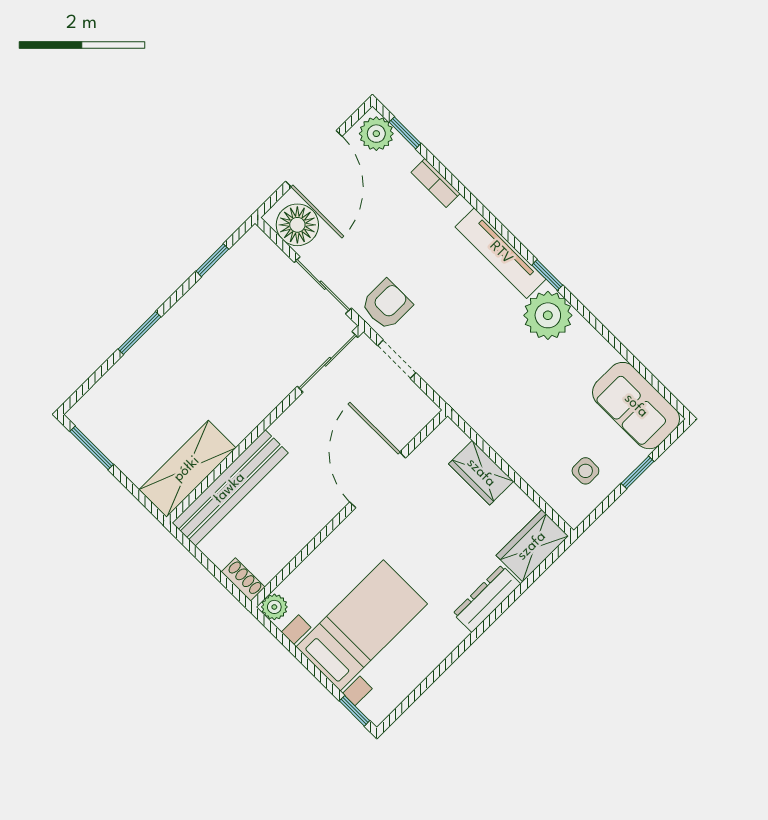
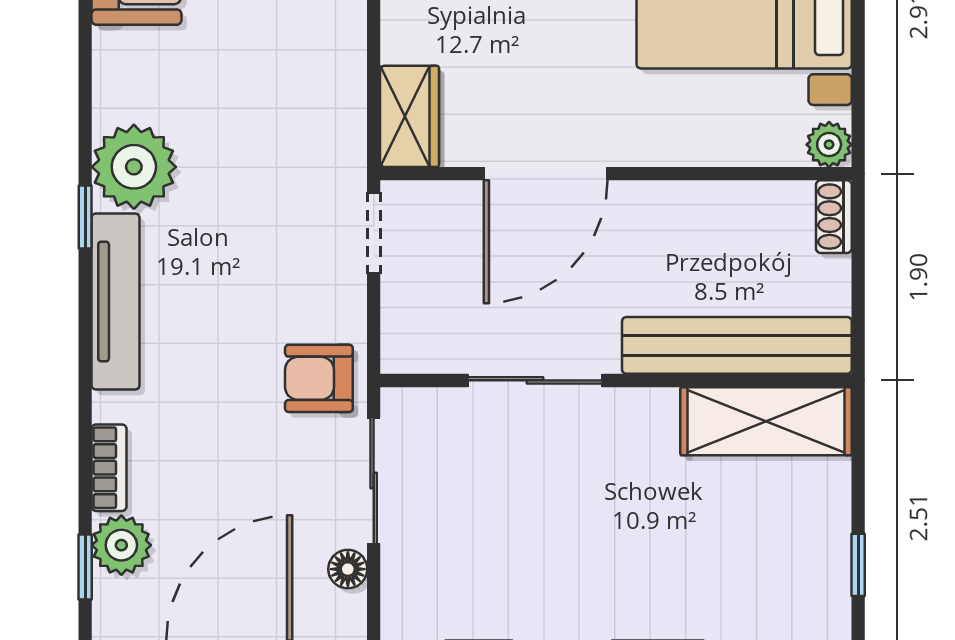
plant: (376, 134) -> (121, 545), moved
floor lamp: (297, 225) -> (348, 569), width x0.53, depth x0.53
doorway: (397, 359) -> (374, 233), moved
sliding door: (328, 362) -> (535, 380), moved
window: (92, 448) -> (858, 565), width x0.67
wardrobe: (481, 473) -> (410, 116), moved

